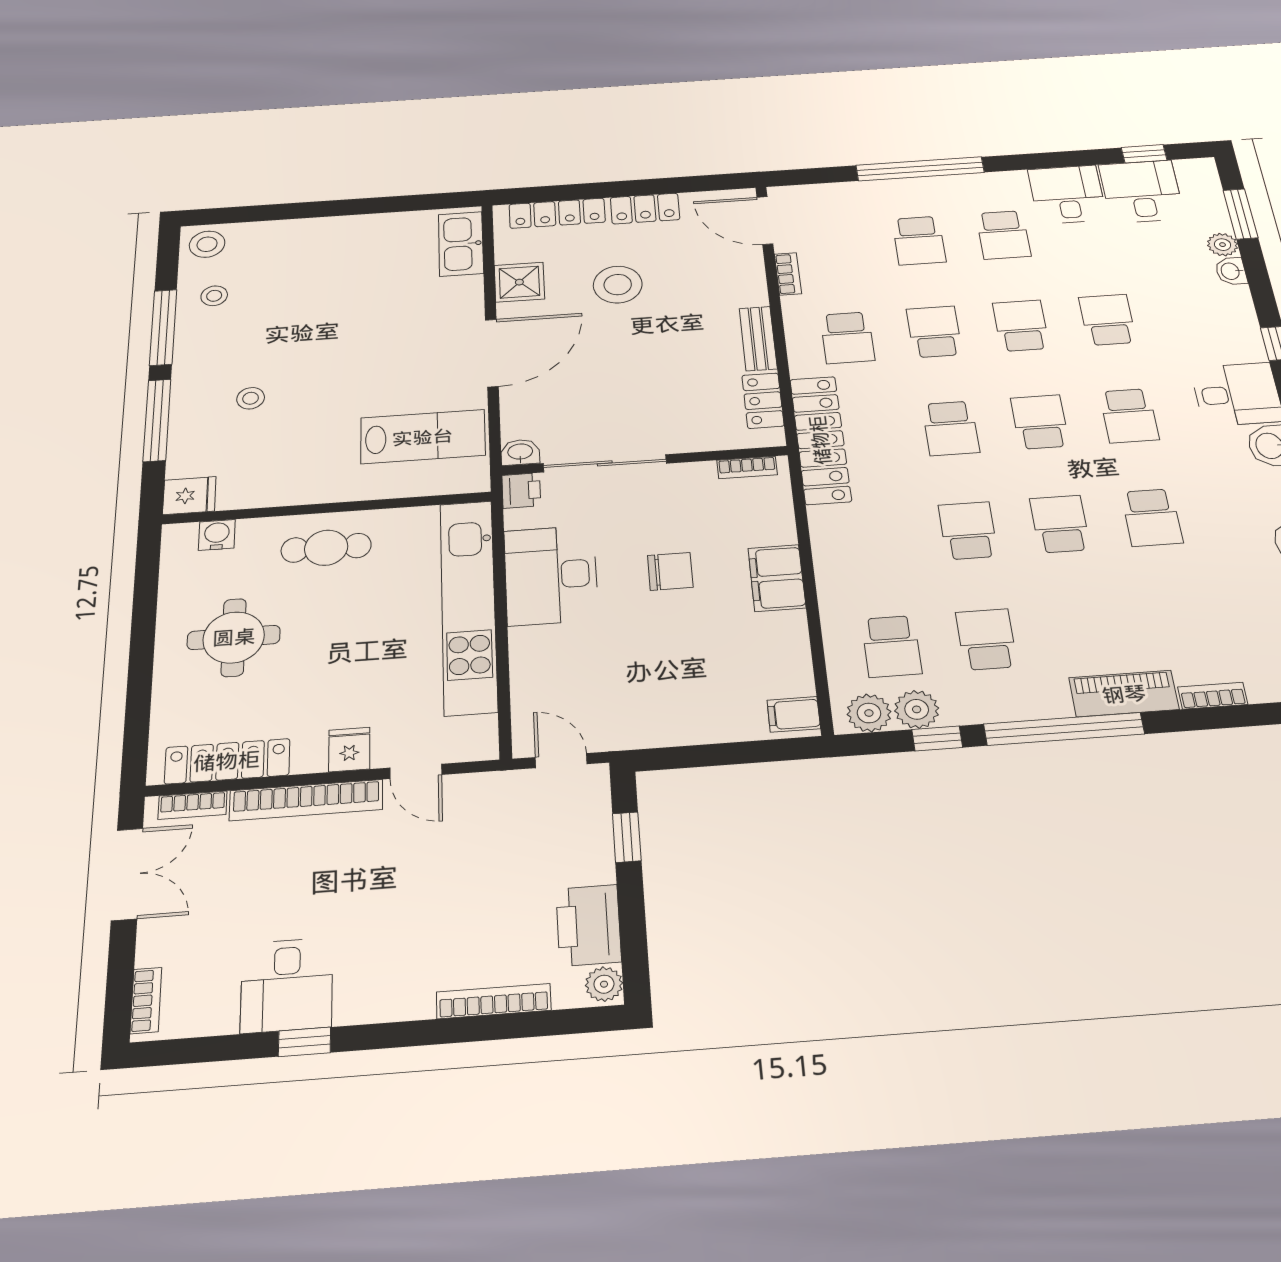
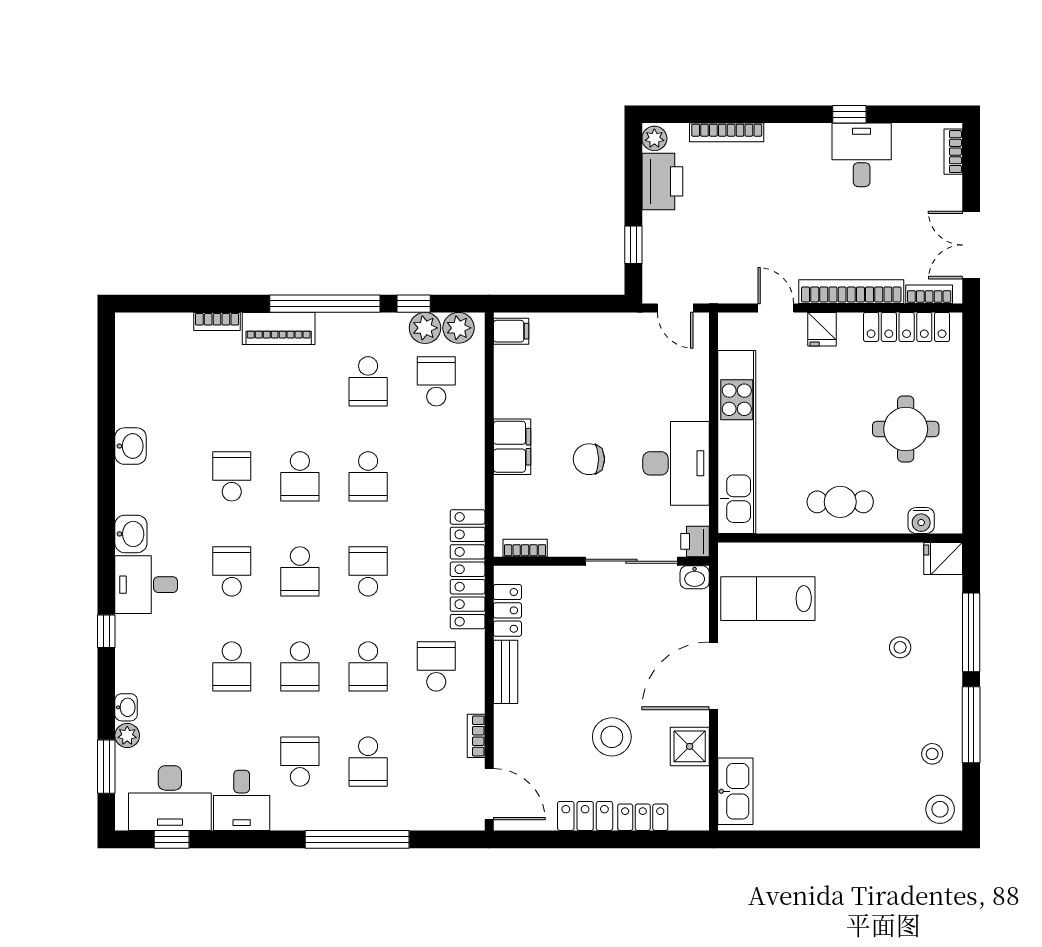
desk: (1142, 191) -> (170, 798), width x1.37
locker: (557, 213) -> (643, 817), width x0.66
school desk: (919, 241) -> (368, 762), turned 180

